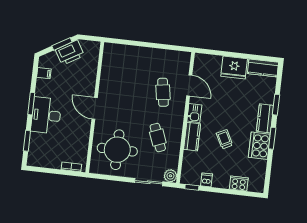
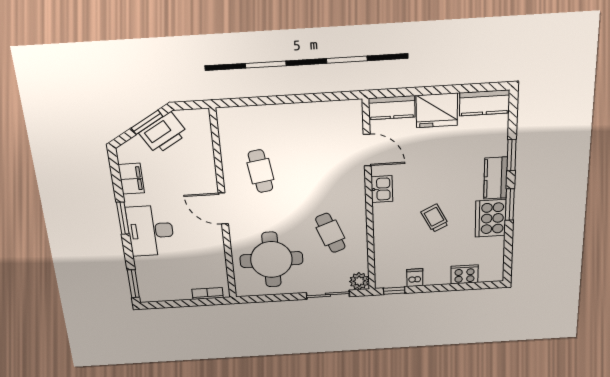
filing cabinet: (44, 73) -> (131, 179), width x2.00
cafe table: (163, 92) -> (260, 171), moved
kitchen counter: (192, 137) -> (392, 108), moved, turned 90
window: (27, 141) -> (133, 284), moved

